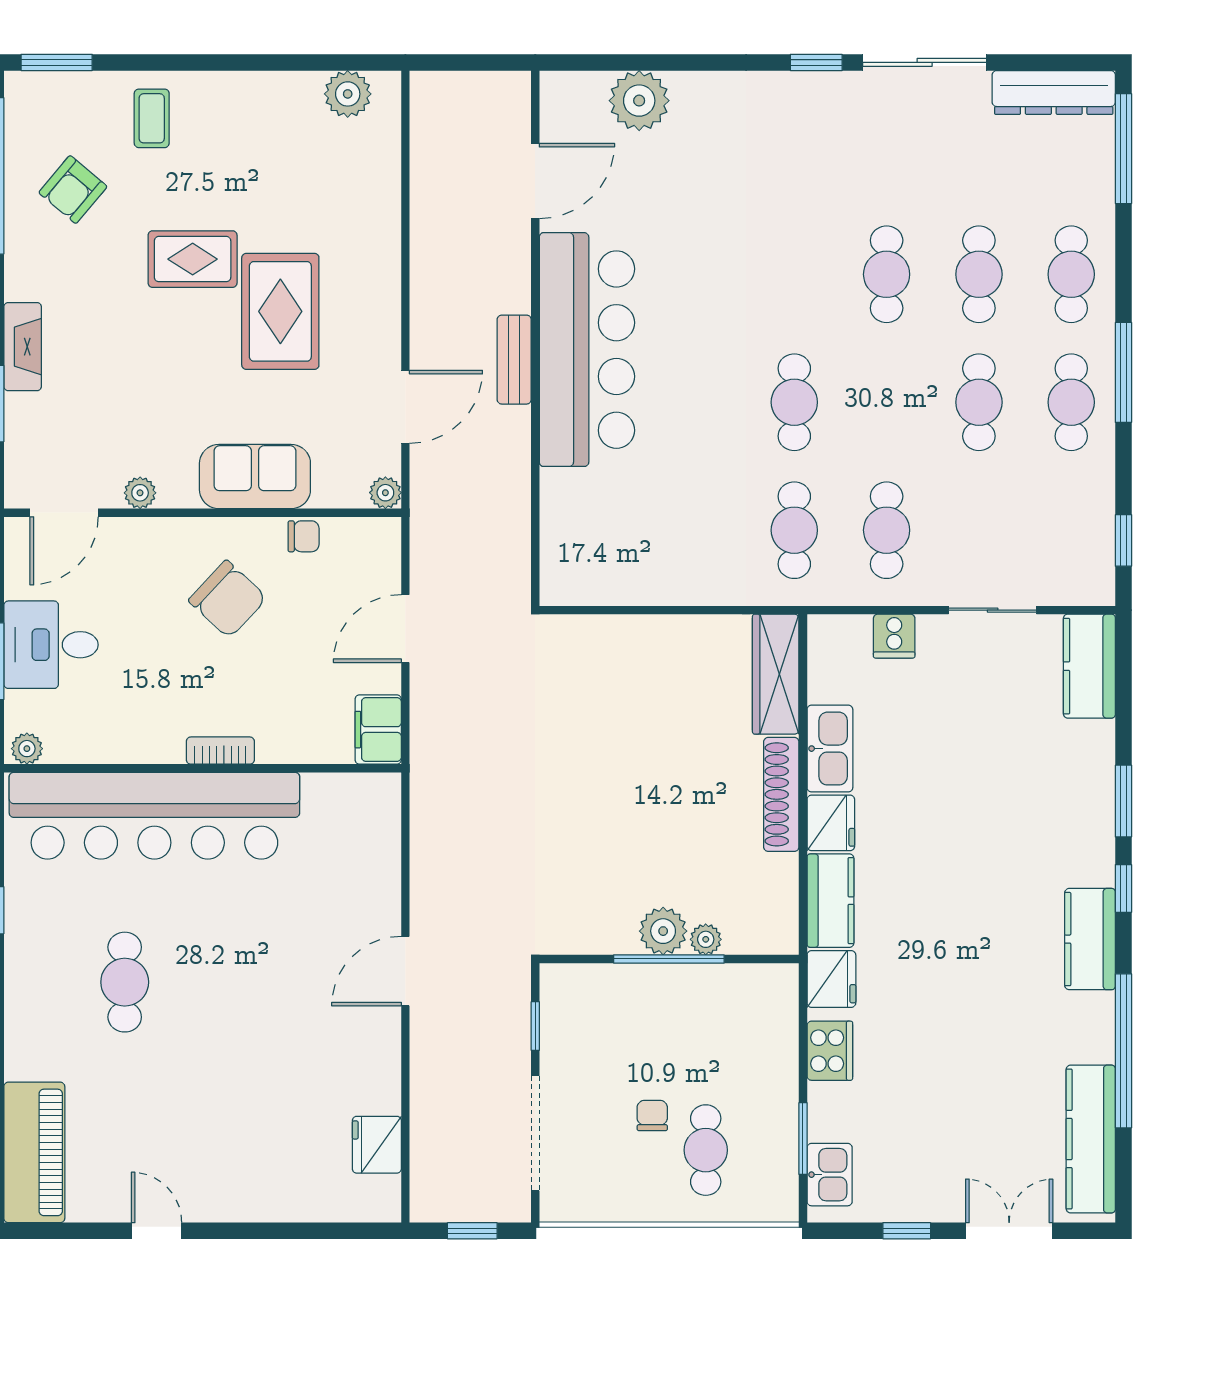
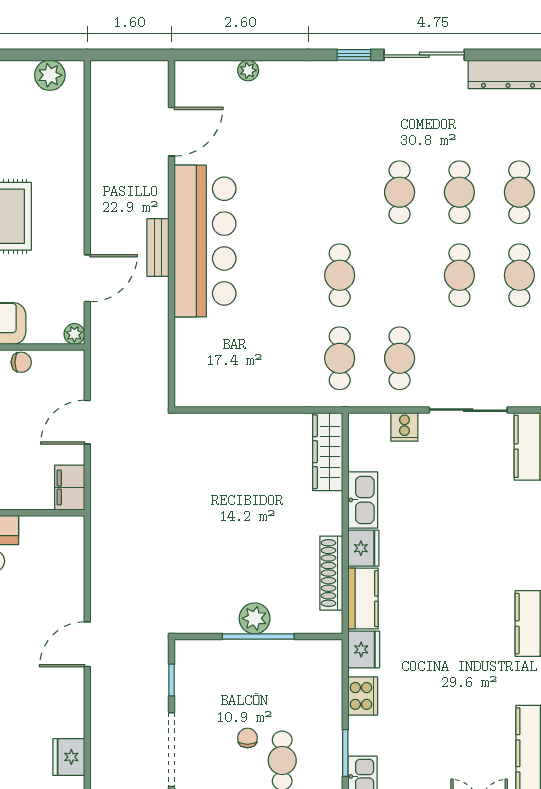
plant: (639, 101) -> (248, 70), width x0.53, depth x0.53
sliding door: (993, 610) -> (468, 410), width x1.37
shoe rack: (781, 794) -> (331, 573), moved
plant: (706, 939) -> (282, 624), removed

